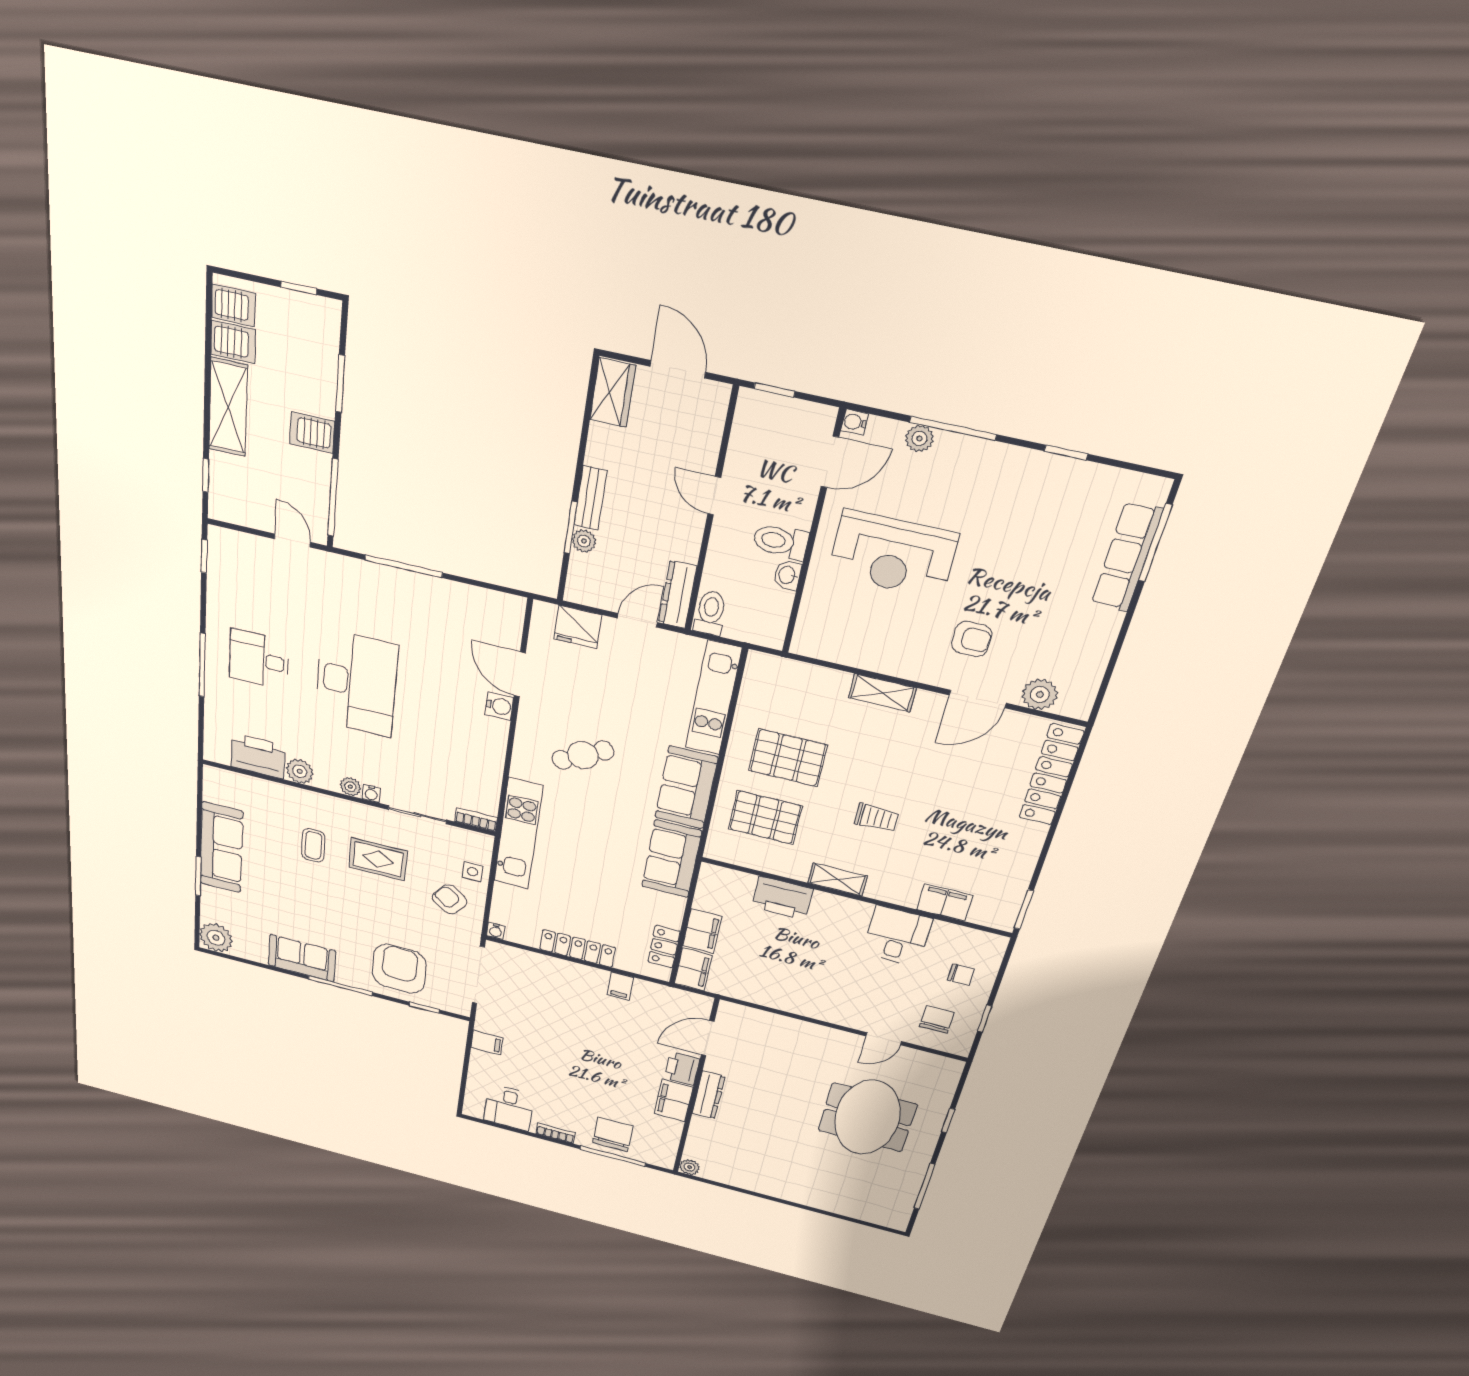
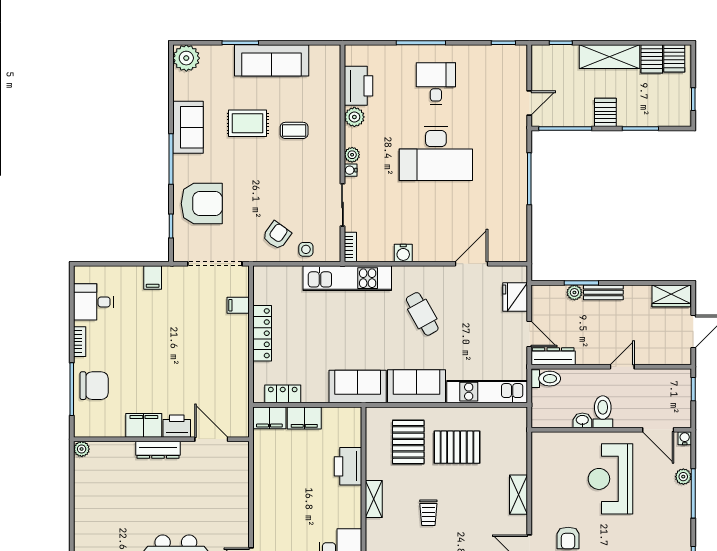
water cooler: (499, 706) -> (403, 253), moved
pallet: (788, 758) -> (457, 447), turned 90
rug: (378, 859) -> (248, 123), moved, turned 90
water cooler: (496, 931) -> (259, 272), removed
filing cabinet: (620, 986) -> (238, 305), moved

